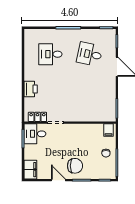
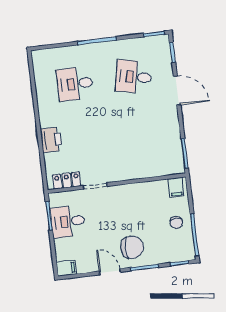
desk: (35, 134) -> (68, 221), moved
filing cabinet: (30, 170) -> (66, 268), width x0.50

